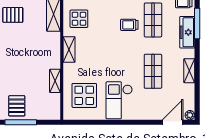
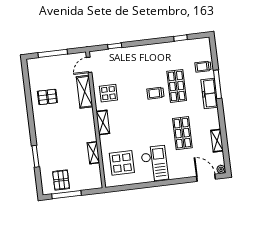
shelving: (189, 71) -> (217, 141), moved
checkout: (119, 100) -> (154, 164), turned 180
door: (173, 122) -> (206, 178), hinge flipped

